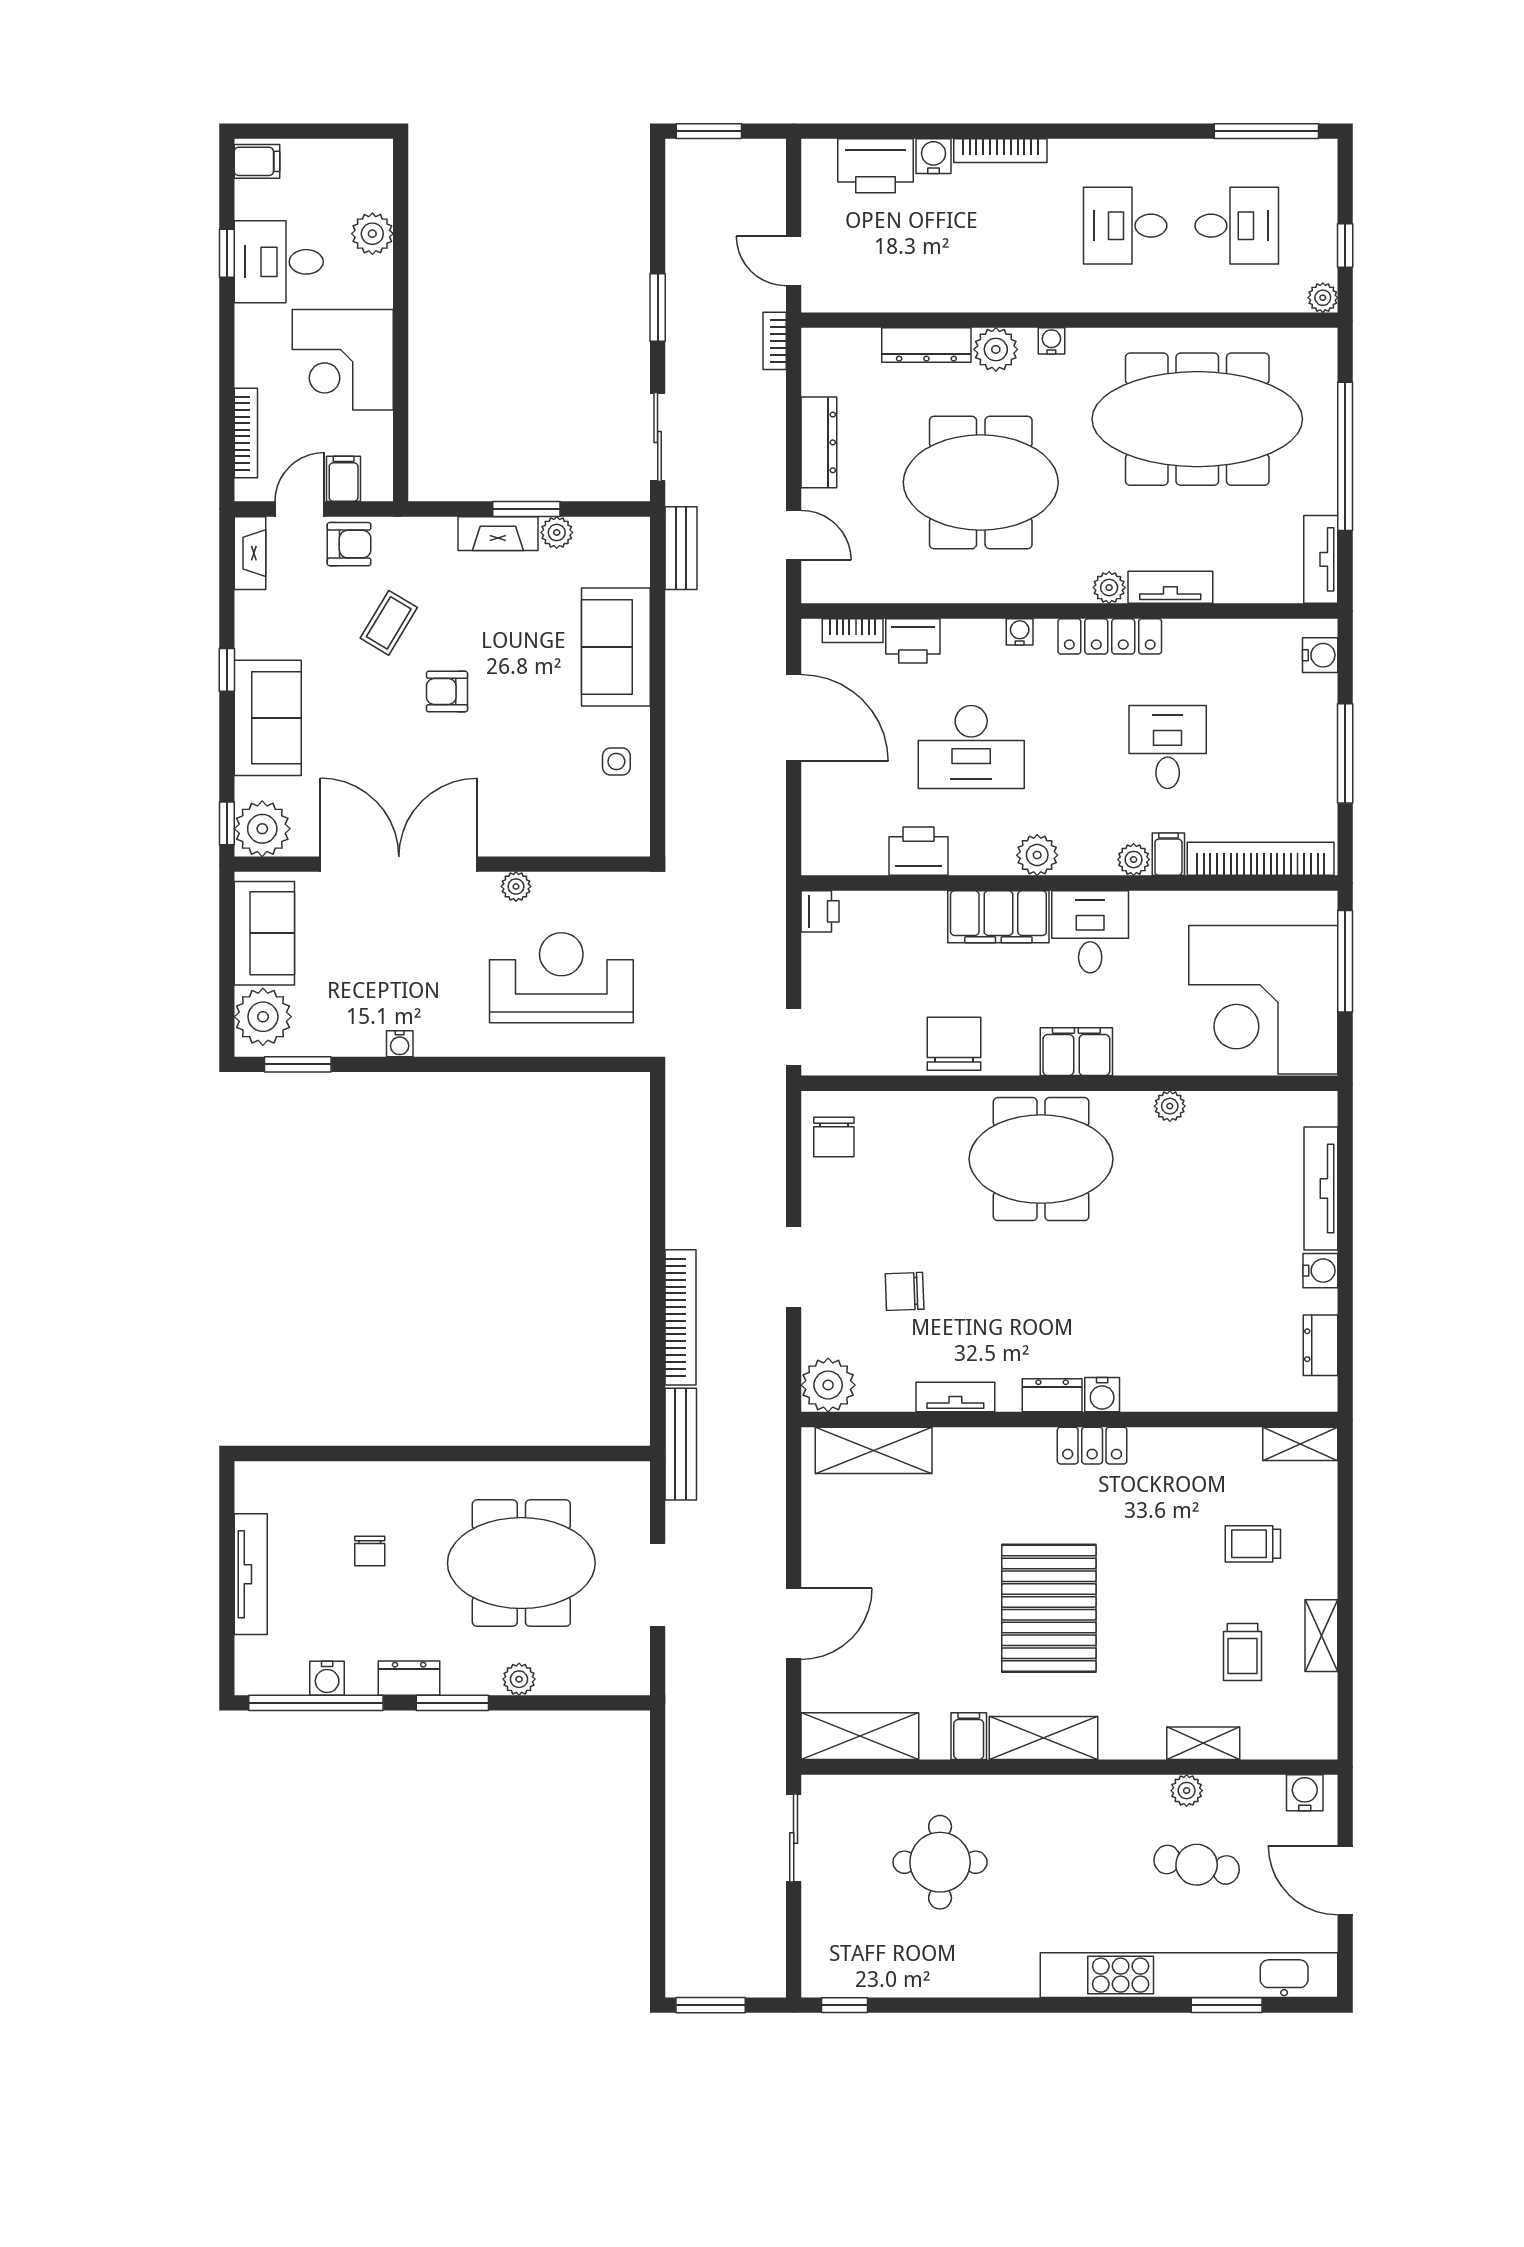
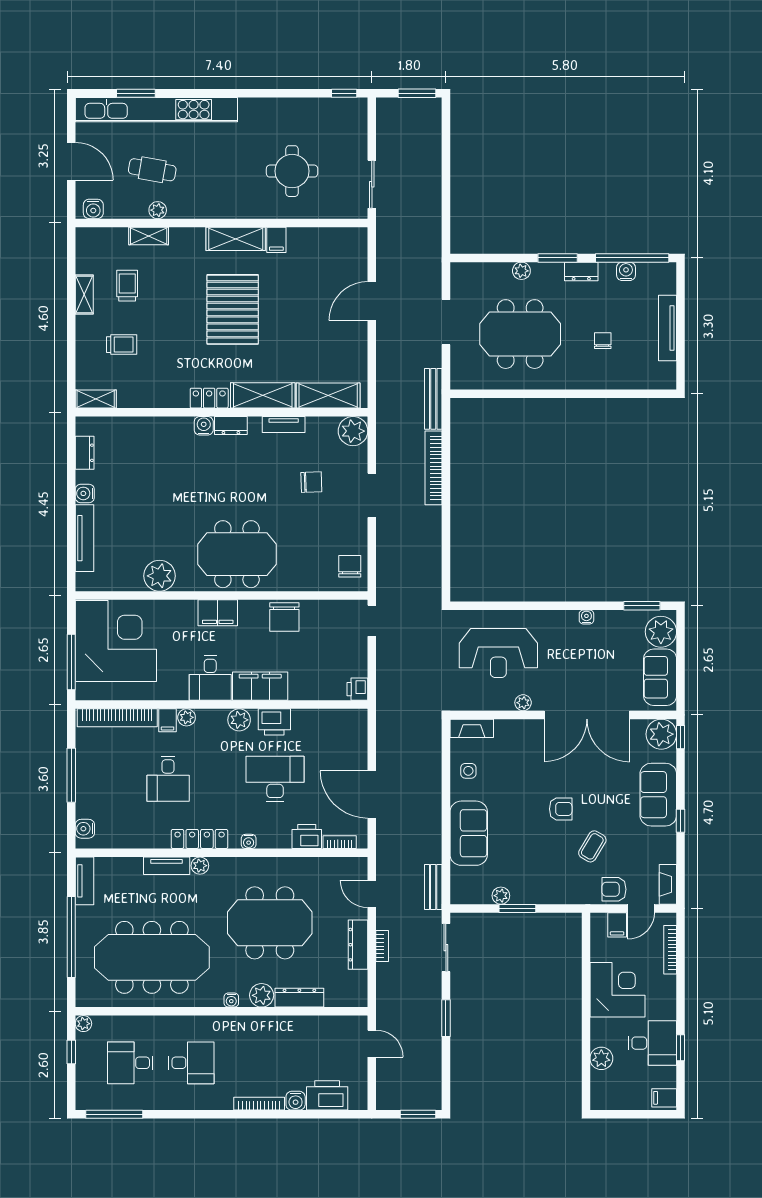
bookcase: (775, 341) -> (382, 946), moved
fireplace: (498, 534) -> (472, 728), moved, turned 180
printer: (919, 851) -> (274, 722), moved
plant: (1170, 1106) -> (160, 576), width x1.87, depth x1.87
shelving: (860, 1736) -> (263, 395), moved

